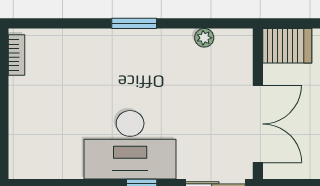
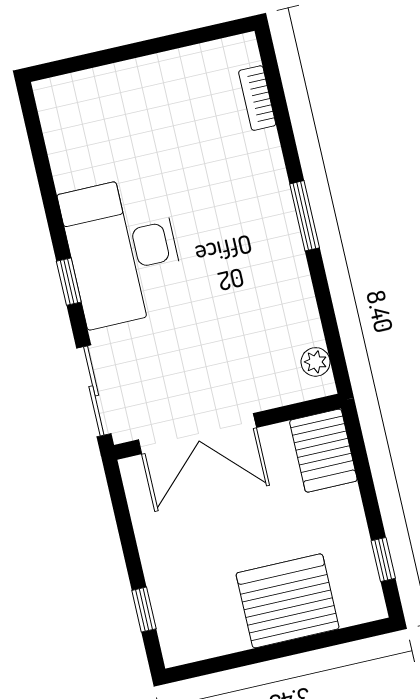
plant: (204, 38) -> (316, 362), moved
bookcase: (16, 55) -> (257, 98), moved, turned 90

